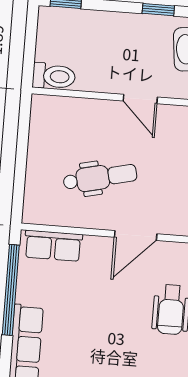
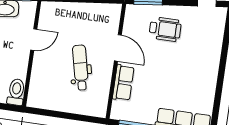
row of seats: (53, 246) -> (123, 83), moved

